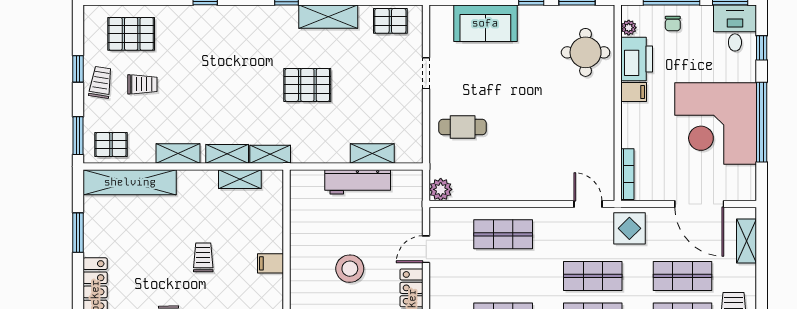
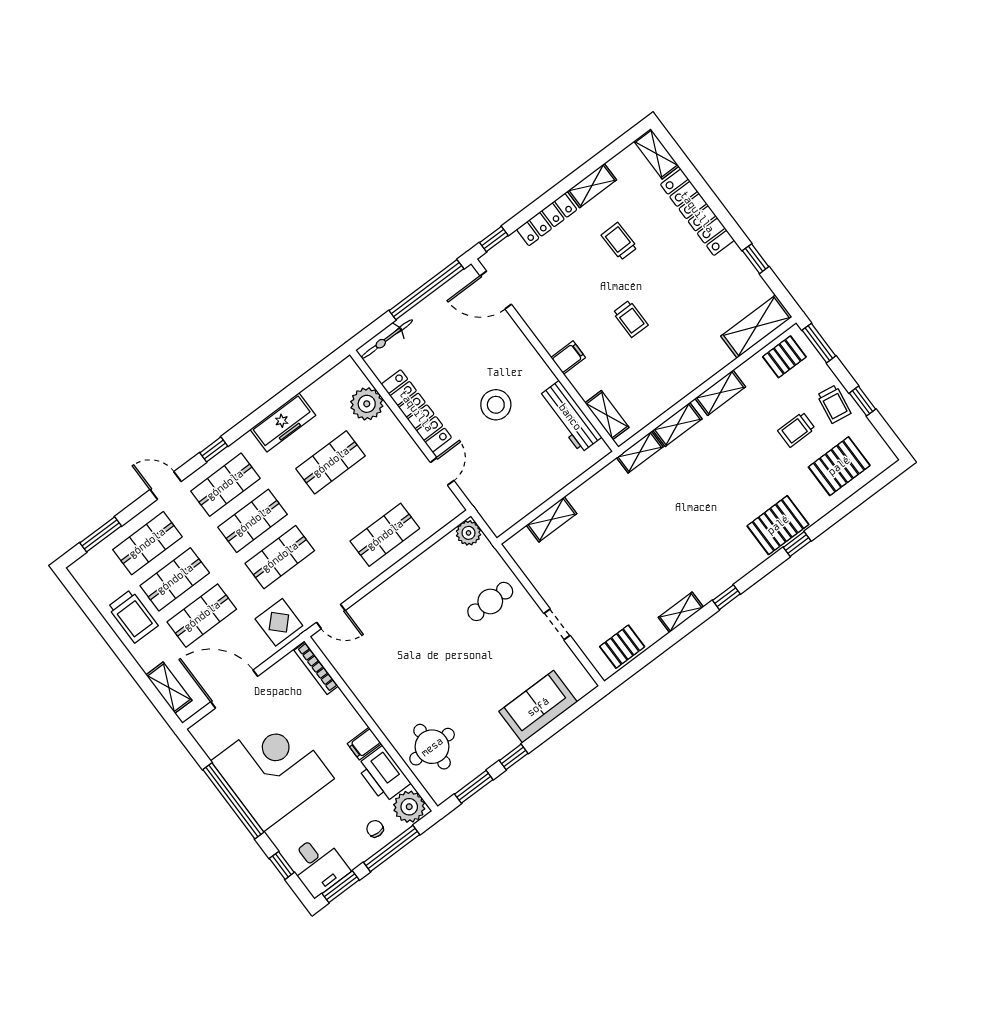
shelving: (328, 17) -> (681, 612), width x0.67, depth x0.75
plant: (629, 28) -> (409, 807), width x1.87, depth x1.87
pallet: (307, 85) -> (778, 525), moved
shelving: (240, 179) -> (607, 415), moved, turned 90
shelving: (130, 182) -> (756, 326), width x0.68
workbench: (358, 182) -> (570, 417), moved, turned -90
window: (78, 233) -> (756, 259), width x0.67

